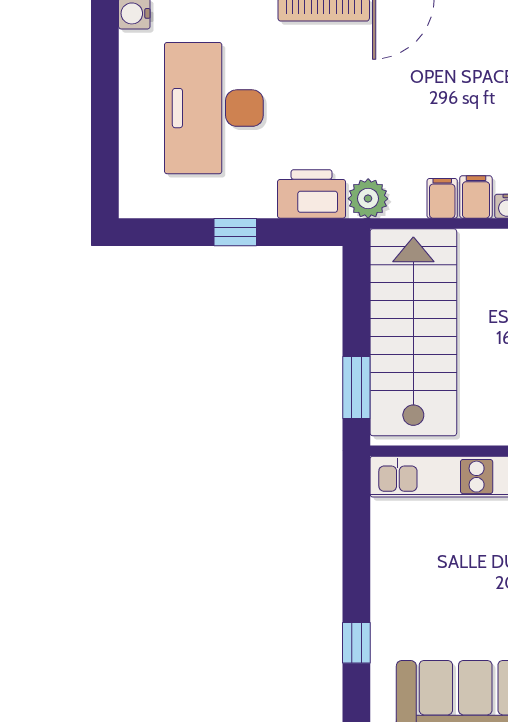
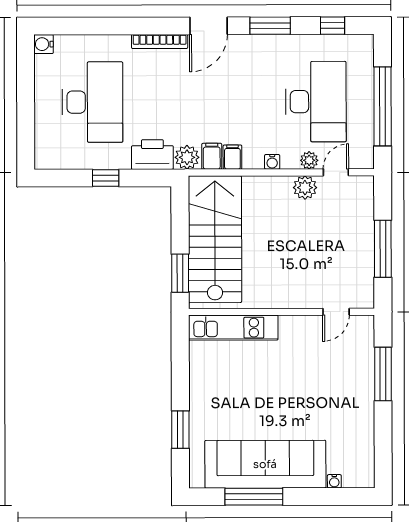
desk: (214, 108) -> (92, 102), turned 180
filing cabinet: (476, 197) -> (212, 156), moved
window: (356, 643) -> (180, 430), width x1.50

